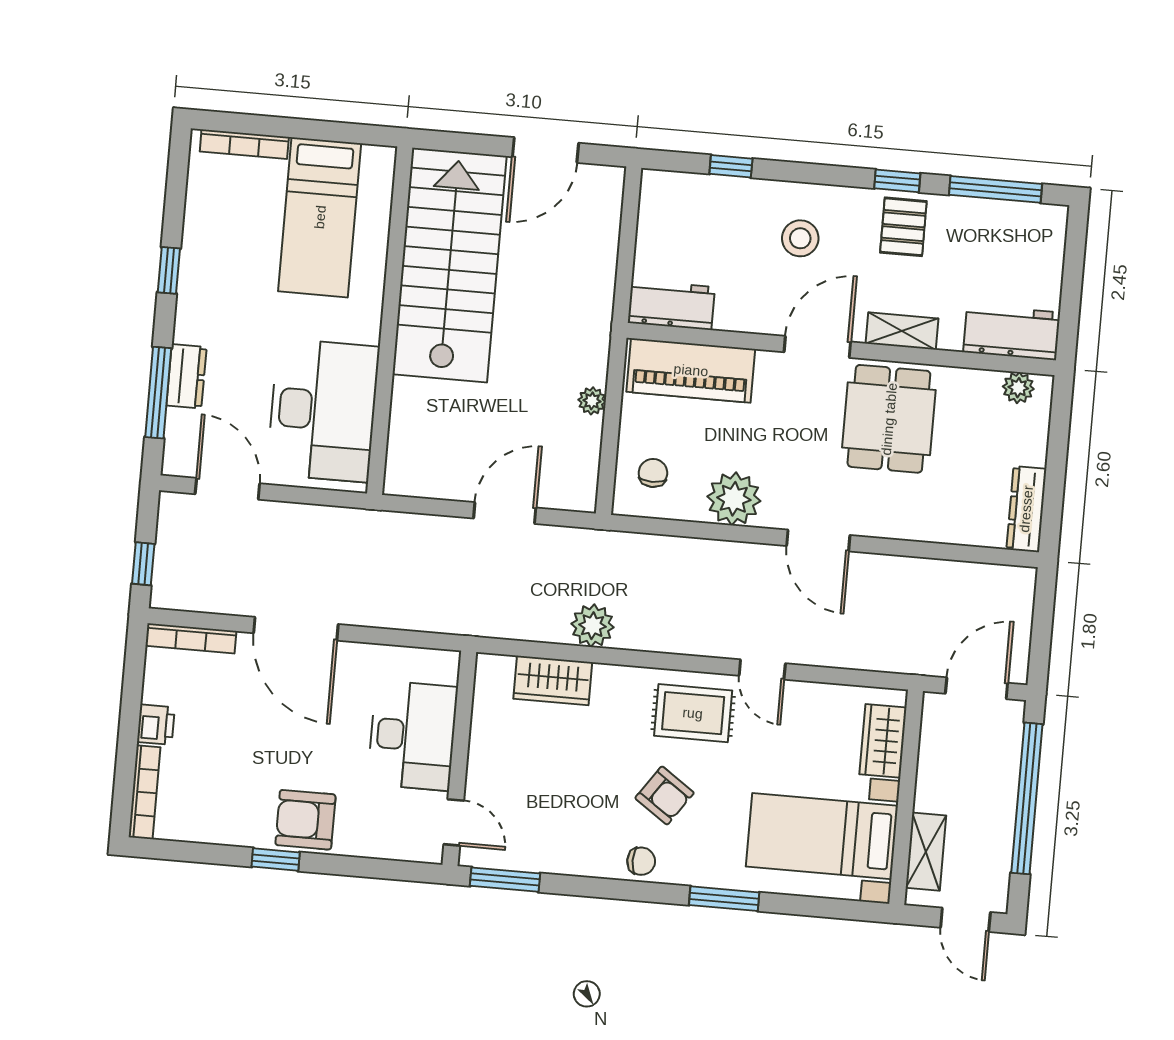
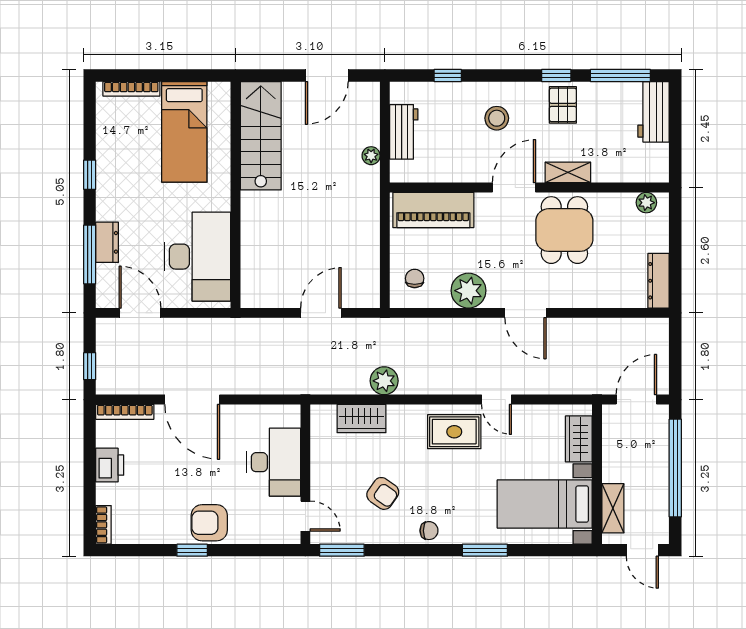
stairs: (450, 265) -> (261, 136), width x0.73, depth x0.66
workbench: (671, 305) -> (404, 132), moved, turned 90
workbench: (1012, 332) -> (654, 112), moved, turned -90
plant: (592, 401) -> (371, 156), moved
printer: (156, 725) -> (110, 465), width x1.36, depth x1.24
bookcase: (144, 792) -> (103, 525), width x0.64
armchair: (665, 795) -> (383, 493), moved

